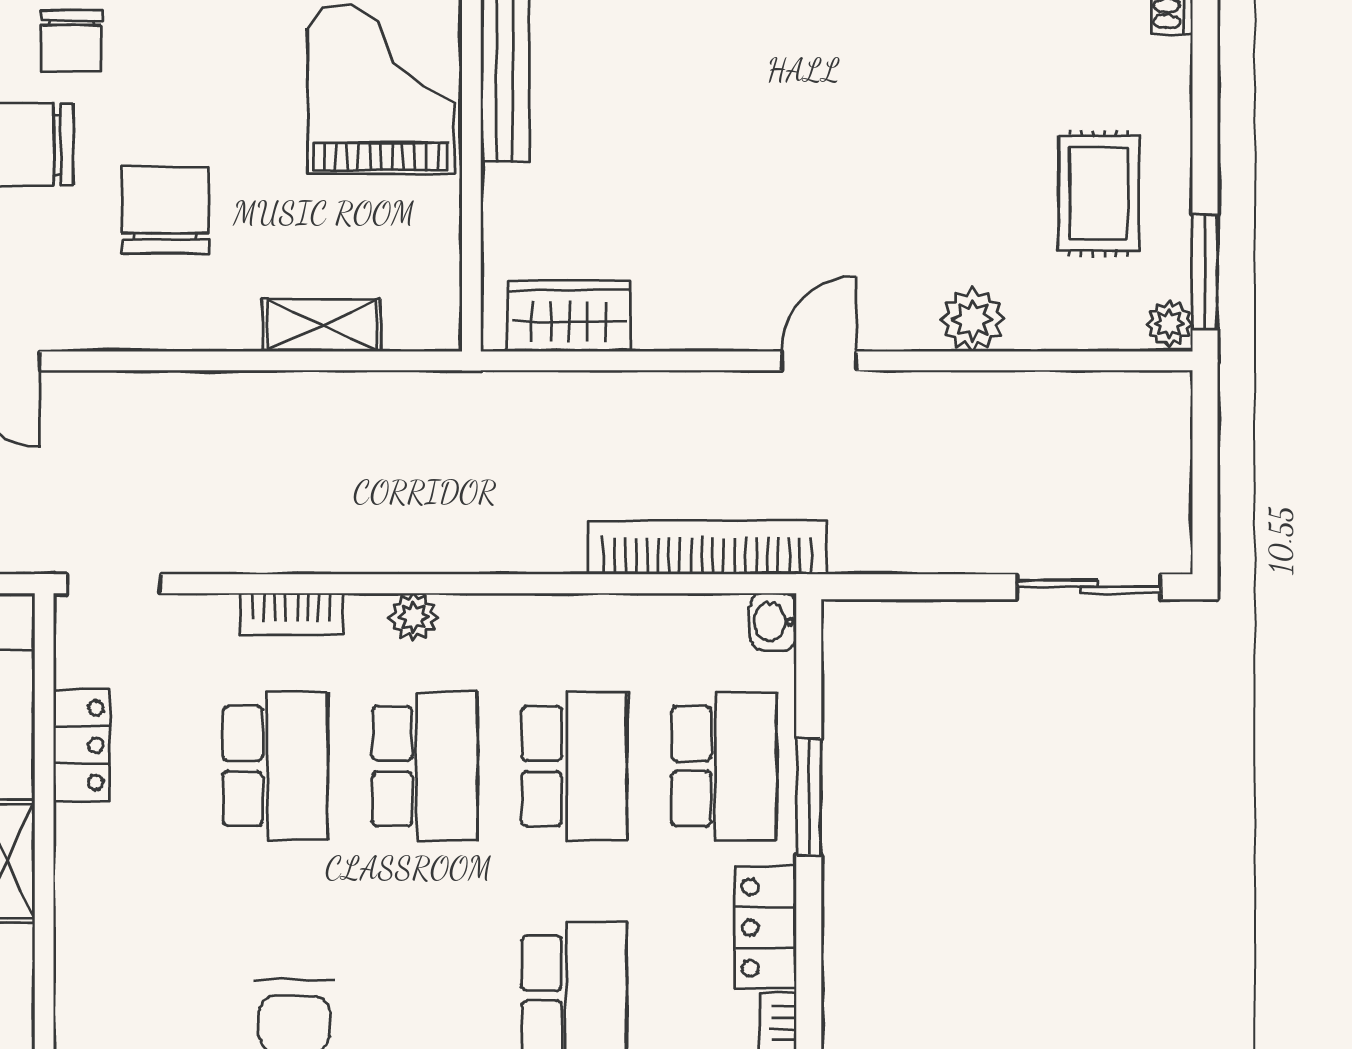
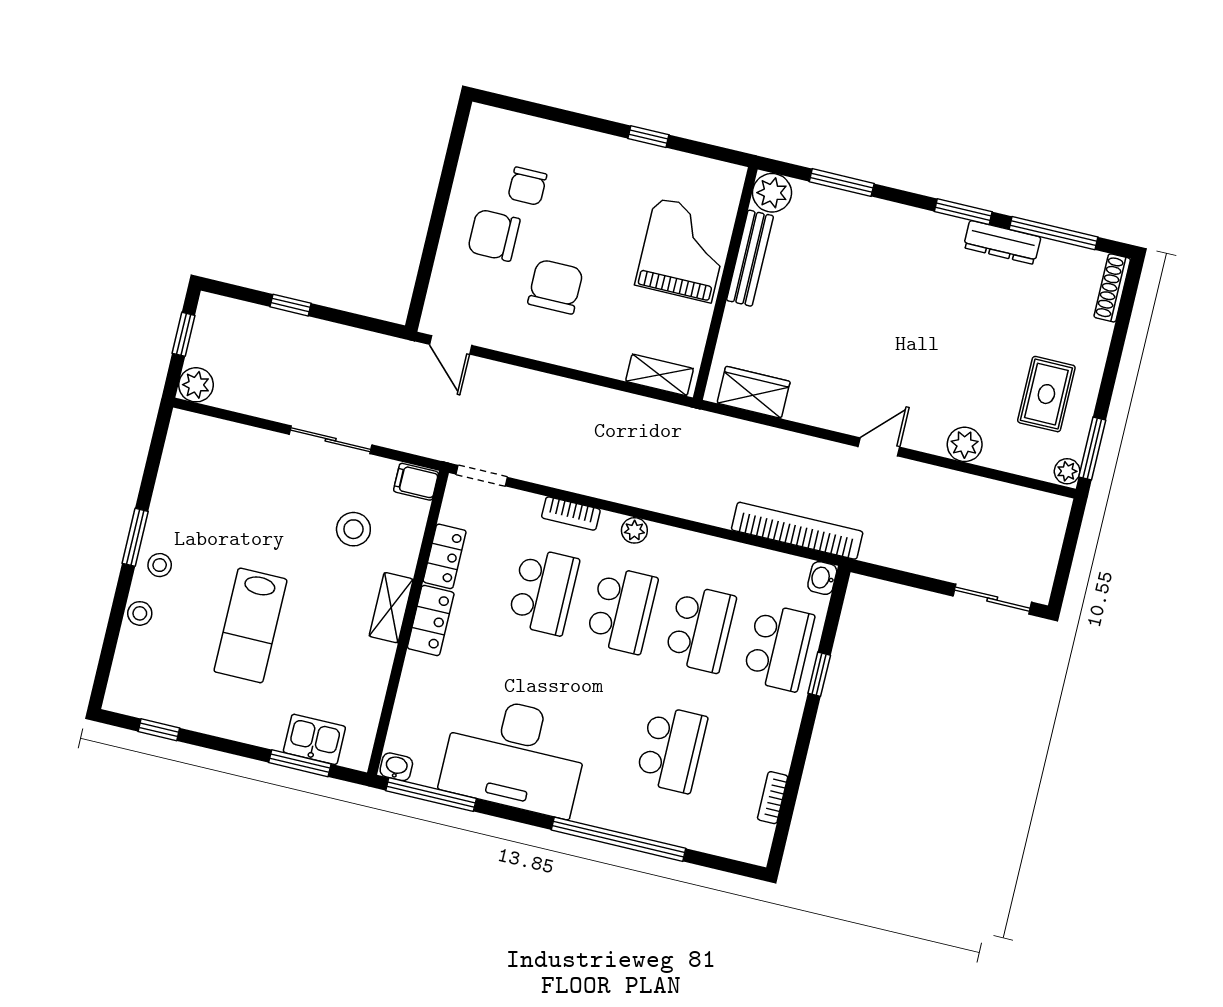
shelving: (322, 325) -> (660, 375), moved
window: (809, 797) -> (819, 674), width x0.67
locker: (766, 928) -> (431, 620), moved, turned 180

